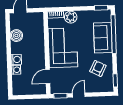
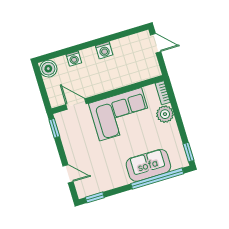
boiler: (16, 36) -> (48, 69), moved
washing machine: (16, 59) -> (104, 50), moved
armchair: (98, 68) -> (105, 170), removed
door: (79, 95) -> (68, 174), moved

